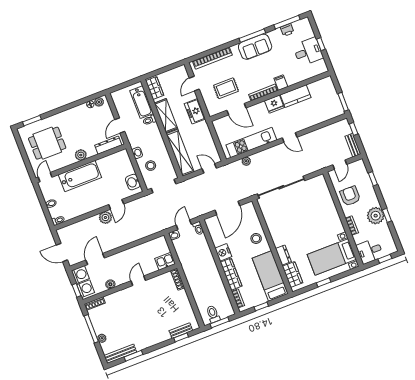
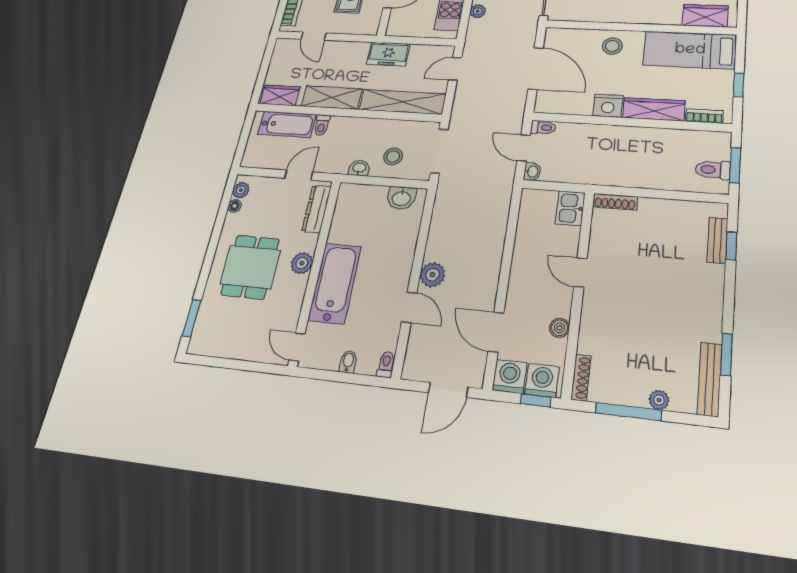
freezer: (195, 111) -> (388, 54), moved
door: (120, 126) -> (299, 175), swing flipped
dining table: (47, 143) -> (250, 267), moved
door: (116, 204) -> (409, 307), moved
dresser: (283, 255) -> (664, 17), removed

